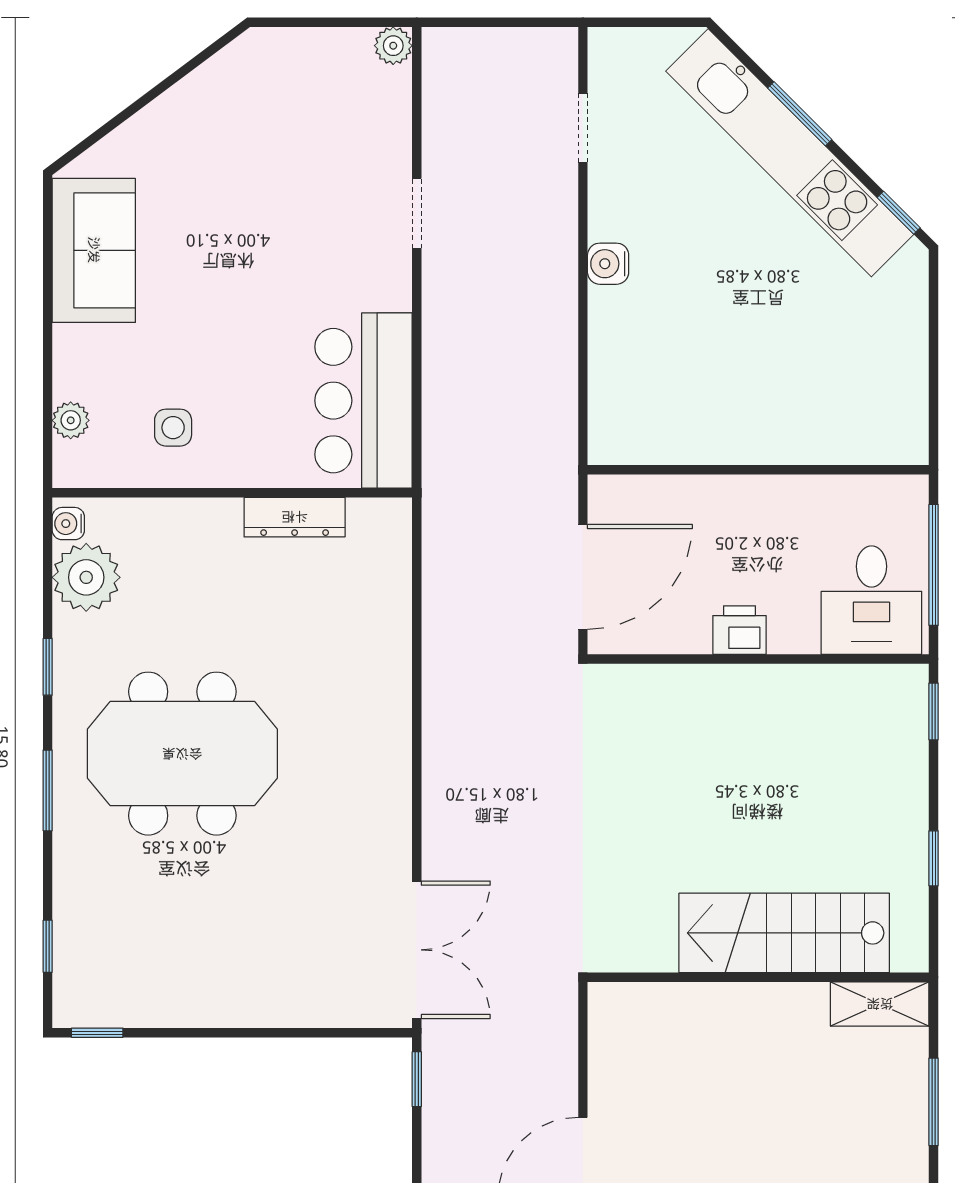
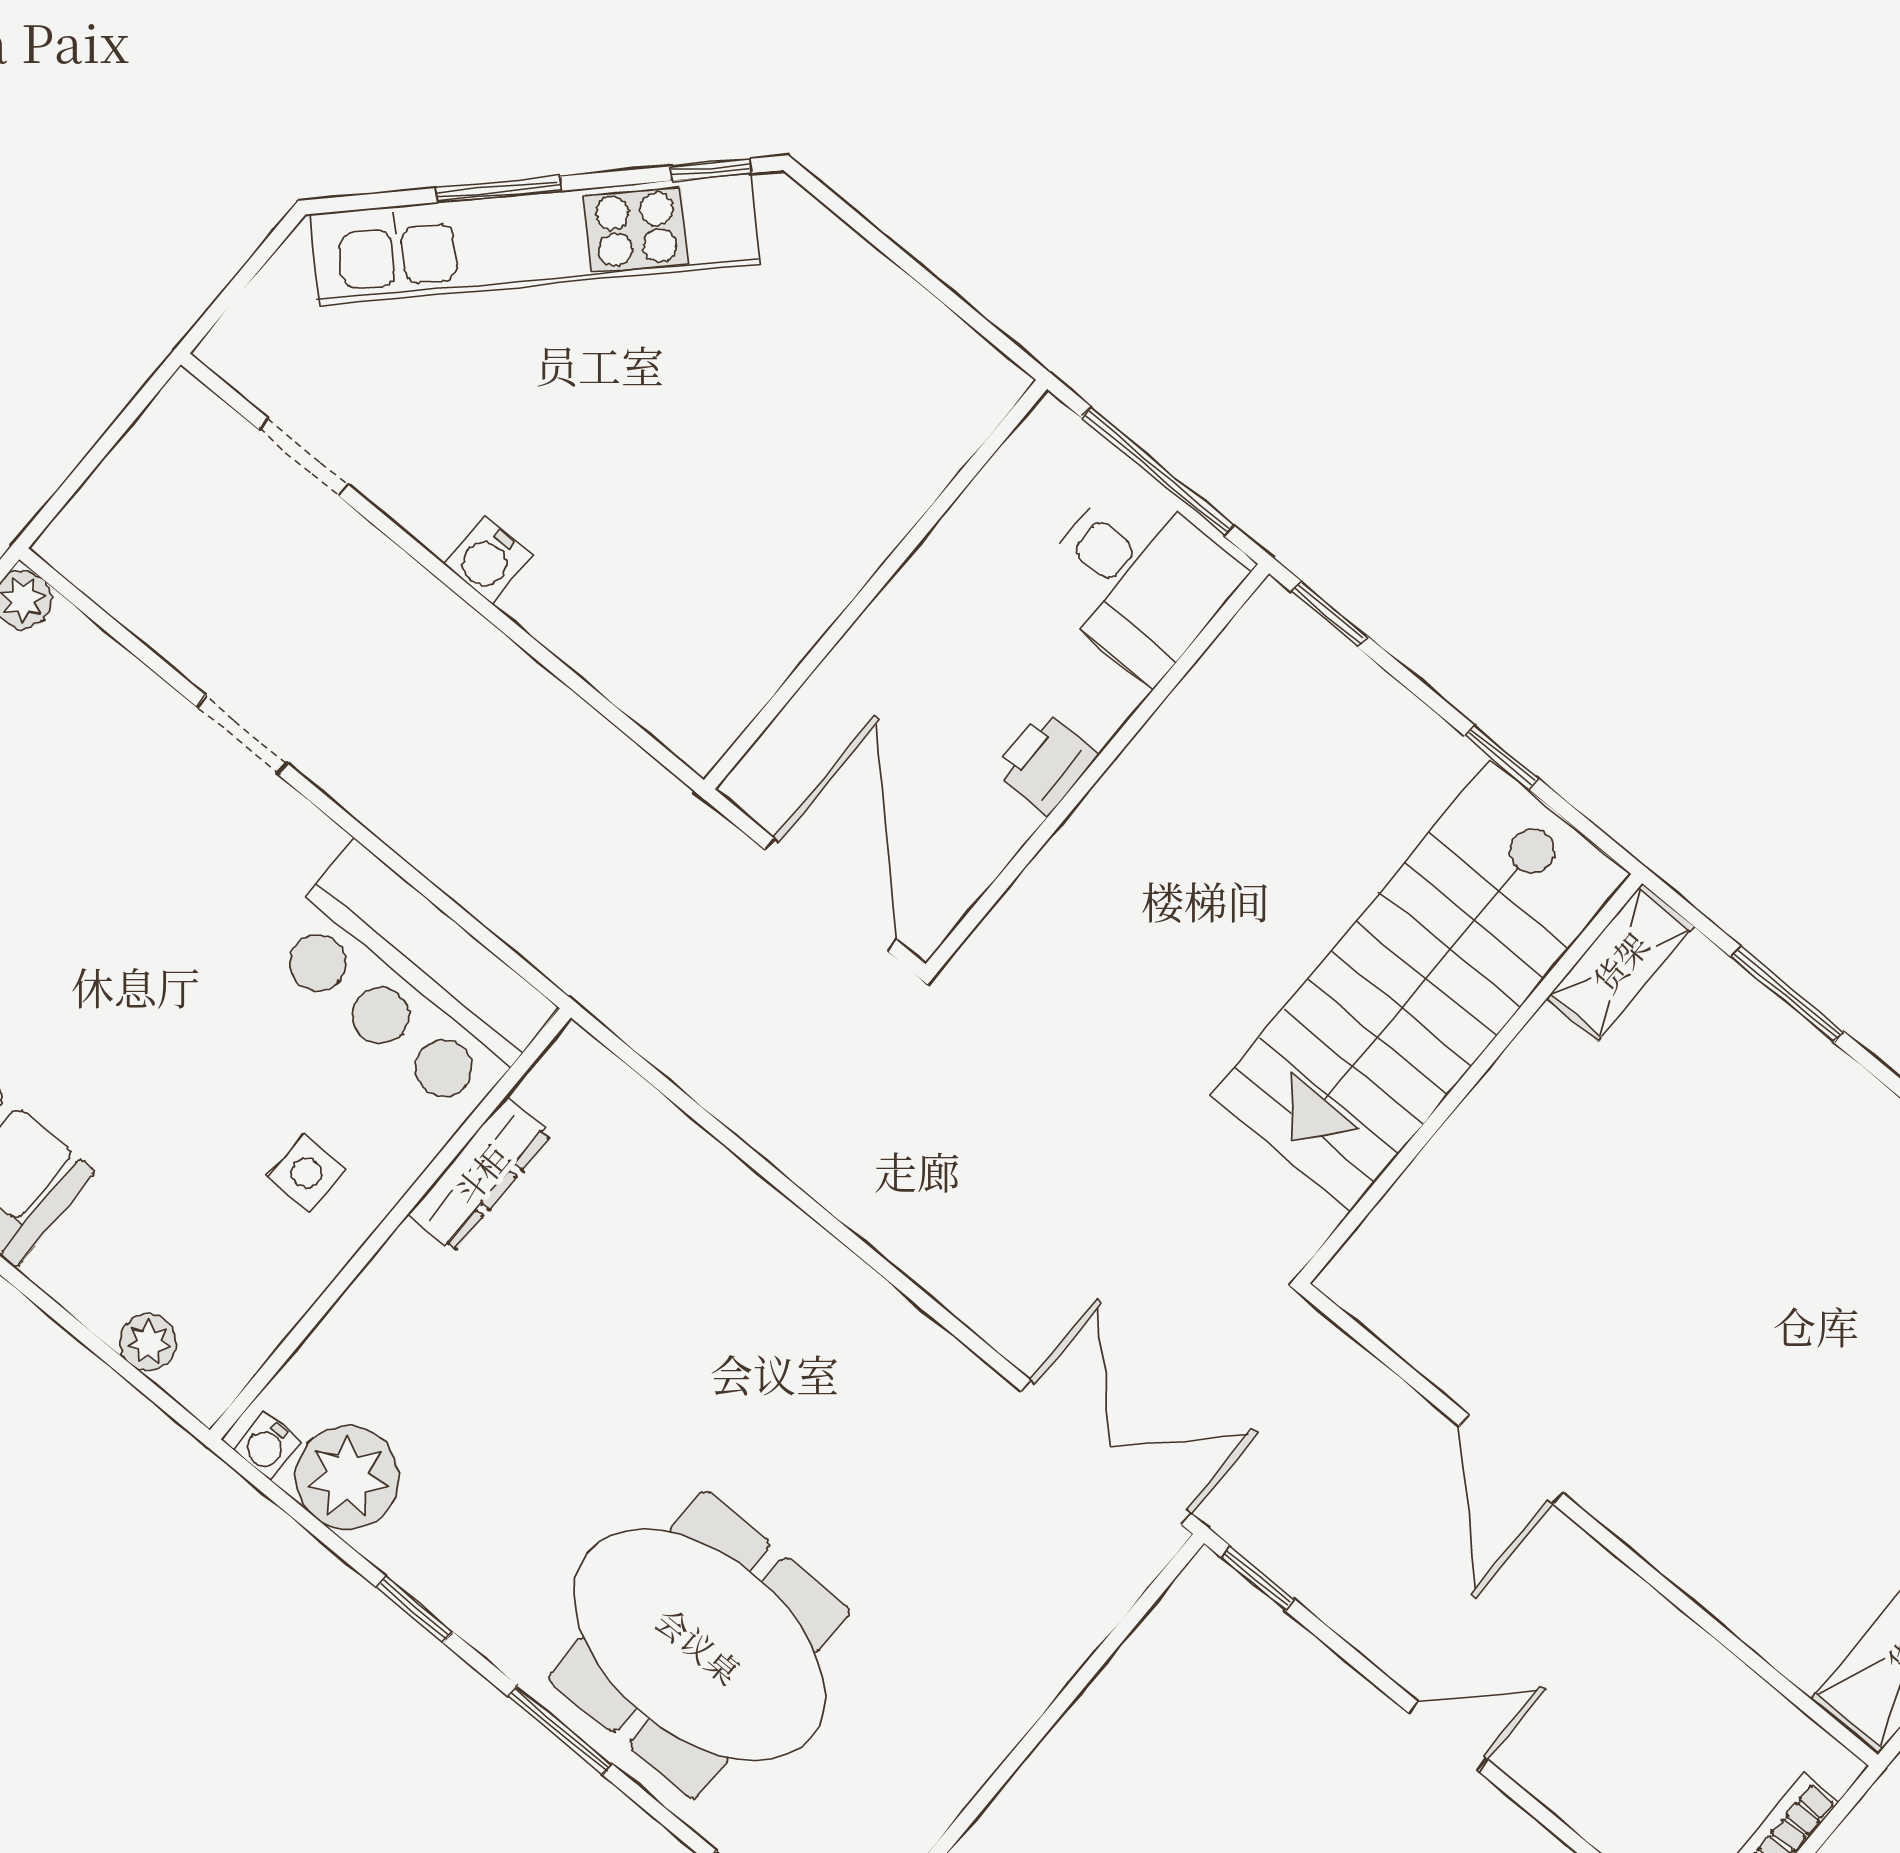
side table: (173, 428) -> (307, 1173), moved
meeting table: (182, 754) -> (699, 1645), moved, turned 90
stairs: (784, 933) -> (1420, 985), width x1.36, depth x1.51

